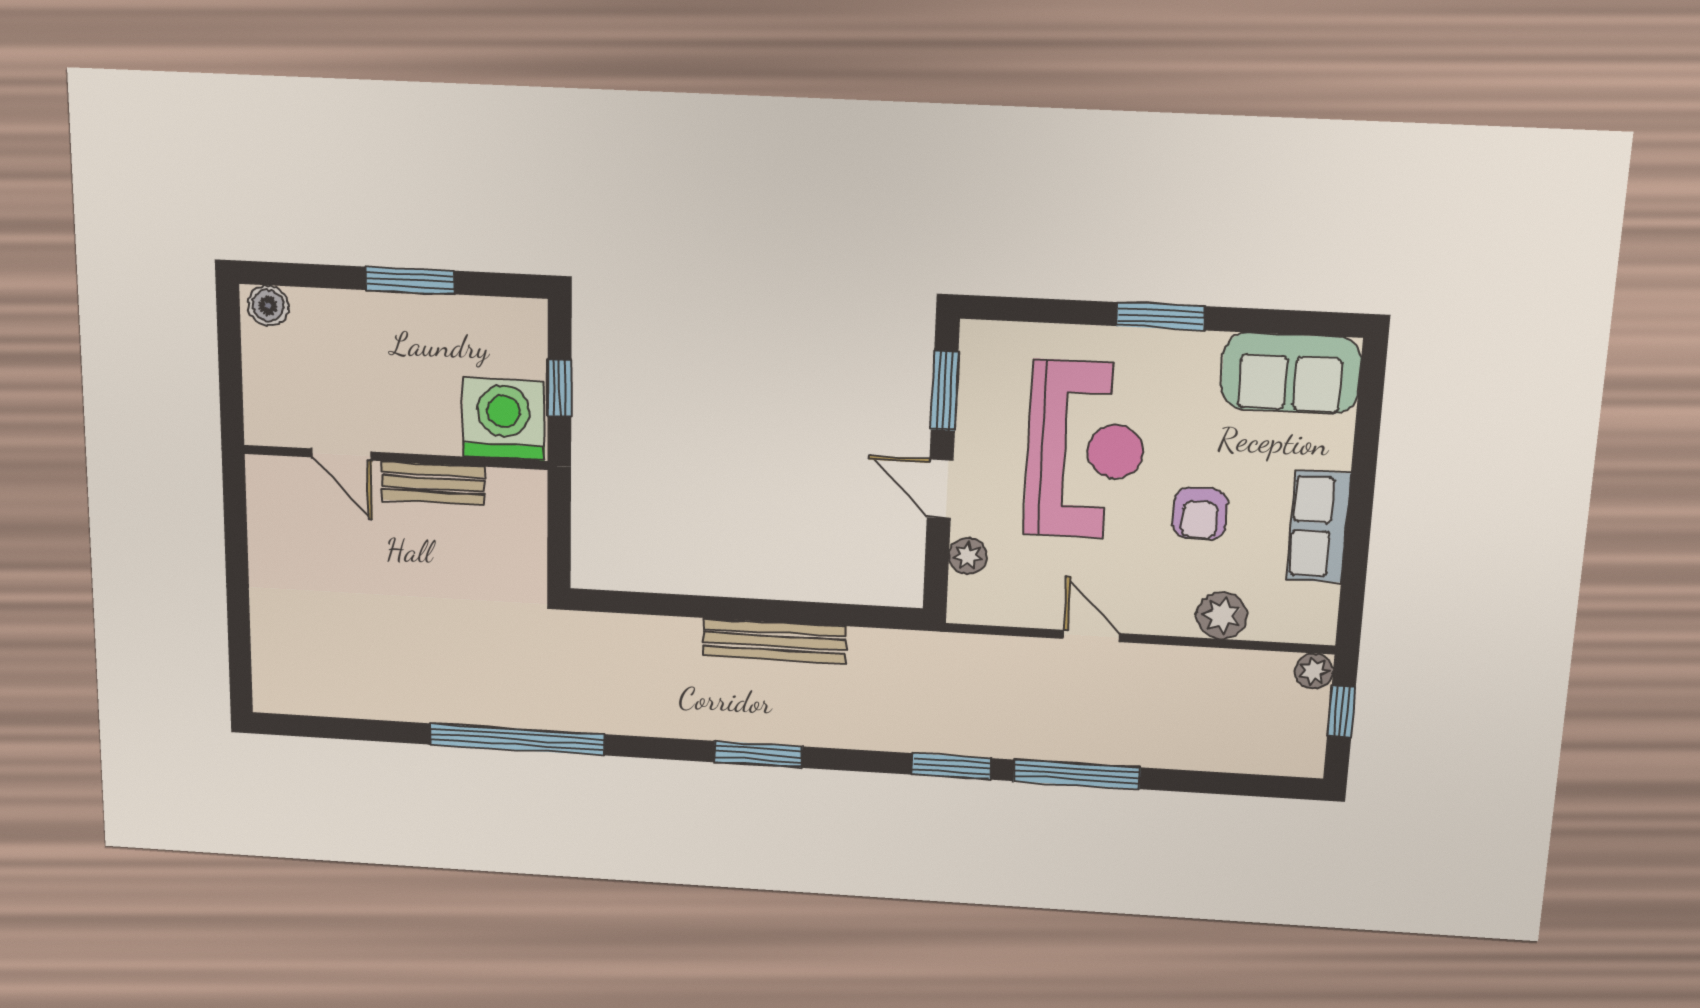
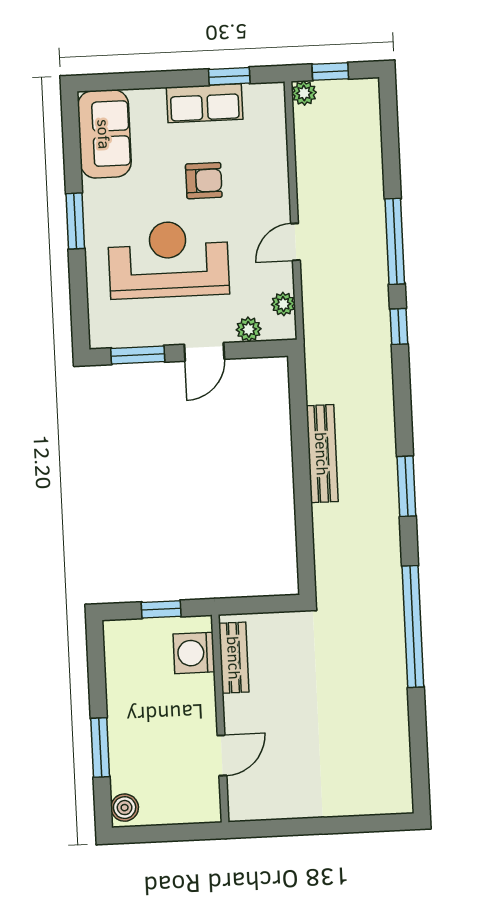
window: (410, 280) -> (100, 748), moved
washing machine: (504, 419) -> (194, 653), width x0.73, depth x0.73
bench: (433, 483) -> (234, 658), moved
window: (1355, 567) -> (229, 76), added
plant: (1222, 615) -> (283, 304), moved, width x0.73, depth x0.73
window: (758, 754) -> (406, 486), moved
window: (951, 766) -> (399, 327), width x0.67

